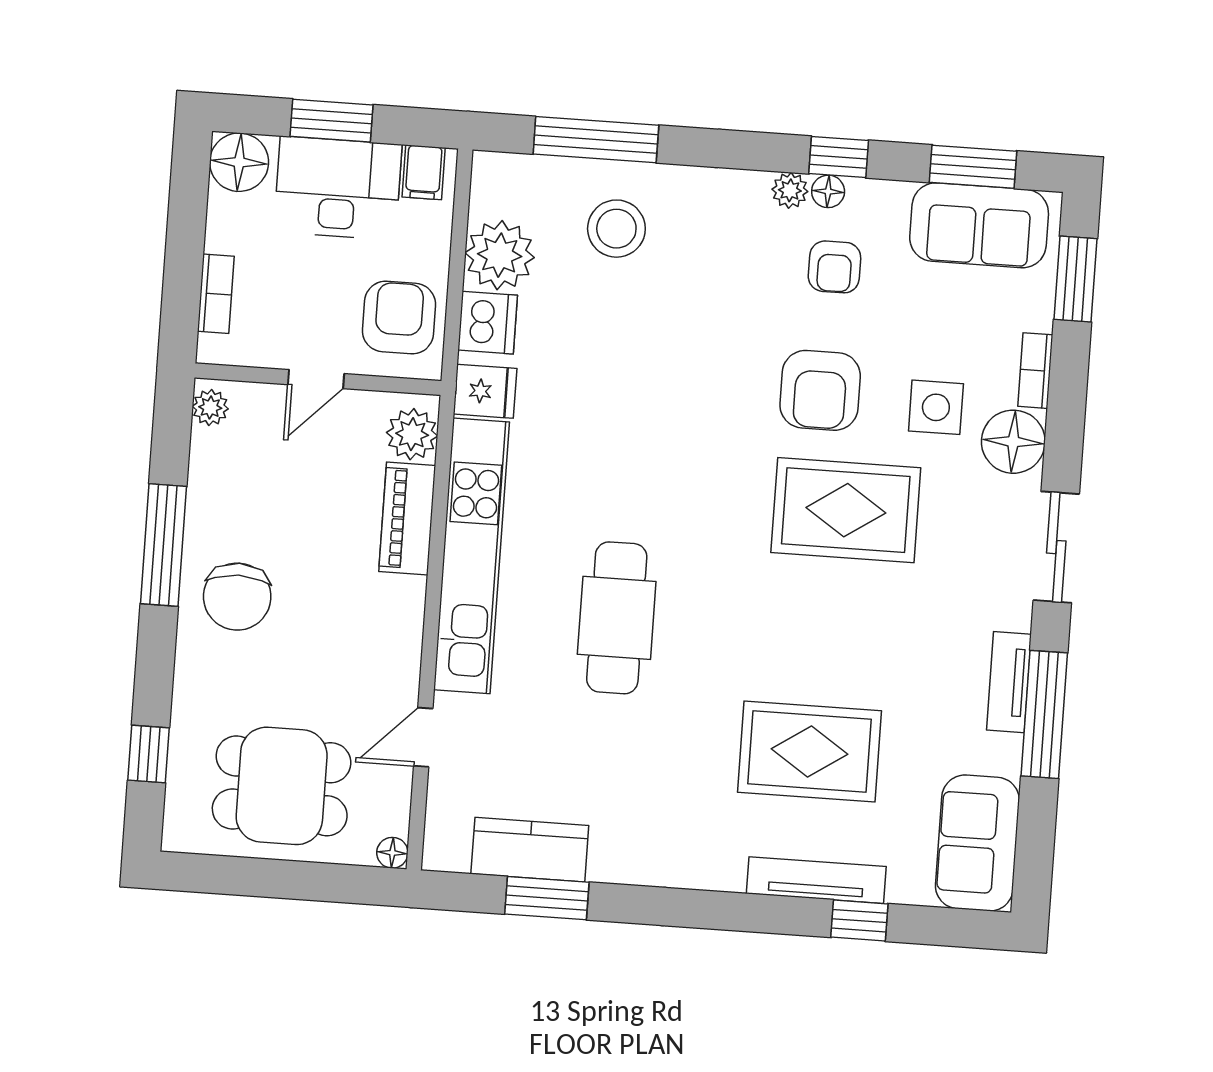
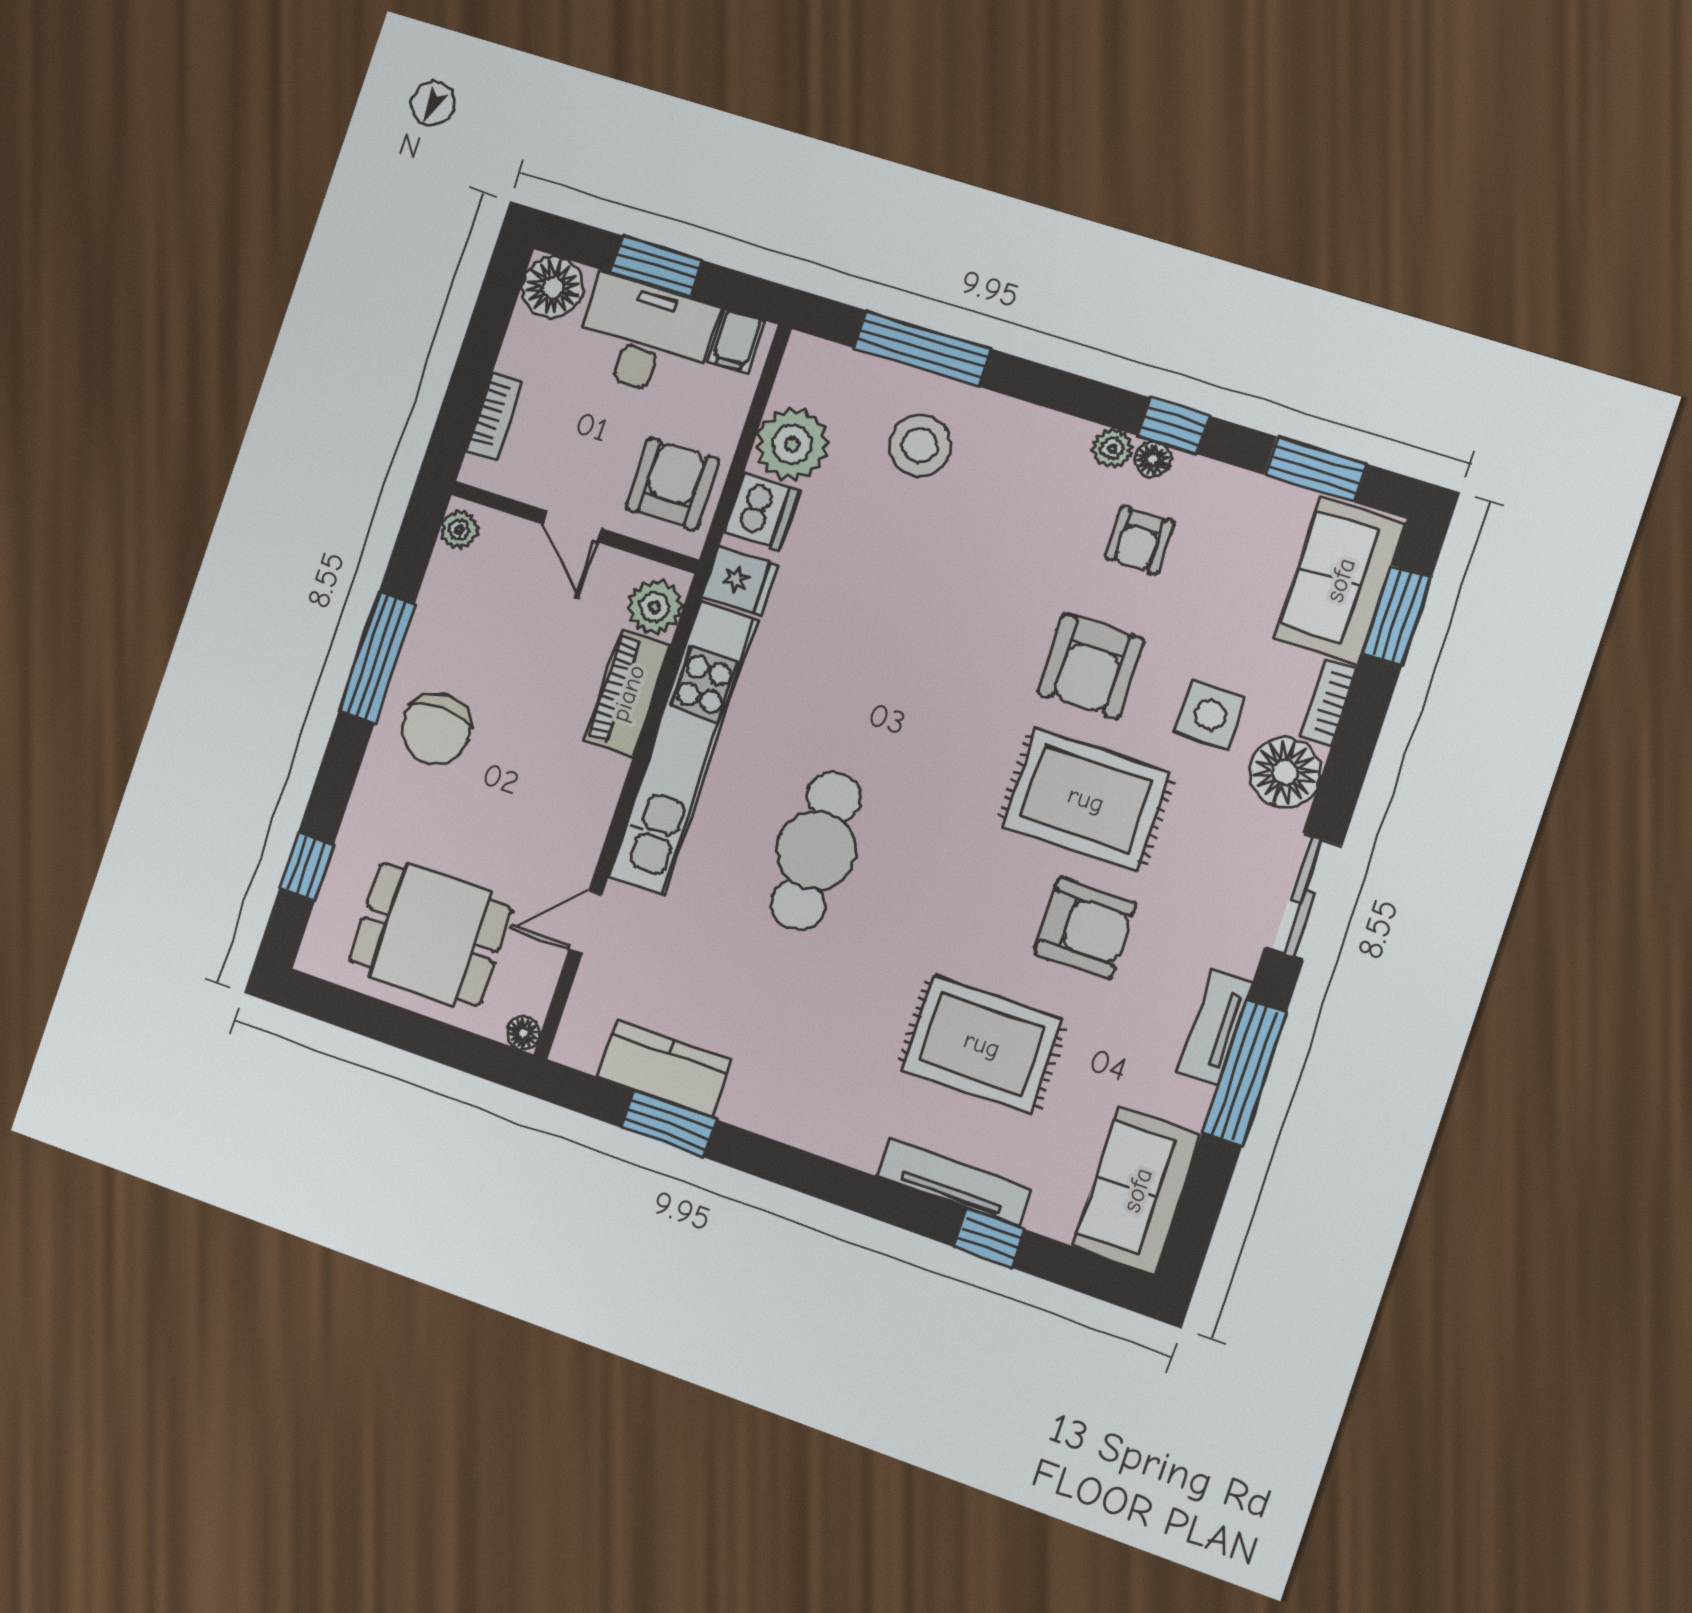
sofa: (979, 225) -> (1340, 580), moved, turned 90
door: (316, 379) -> (573, 526), hinge flipped
armchair: (874, 624) -> (1085, 928), added

